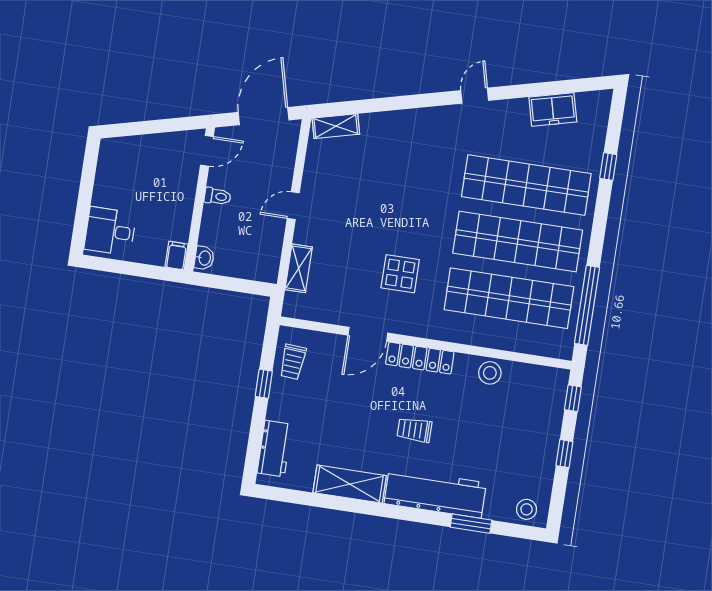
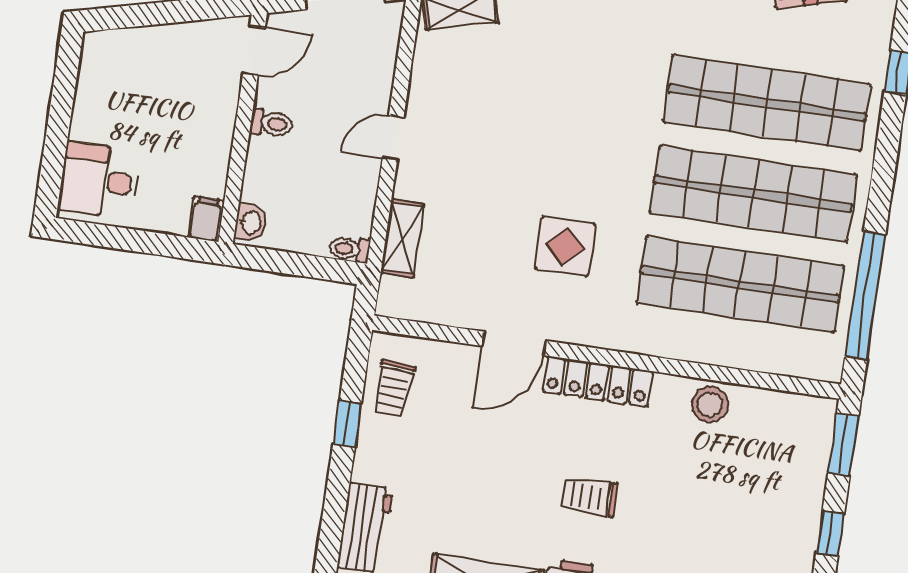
toilet: (266, 275) -> (350, 249), added
window: (573, 398) -> (843, 444), width x1.50

